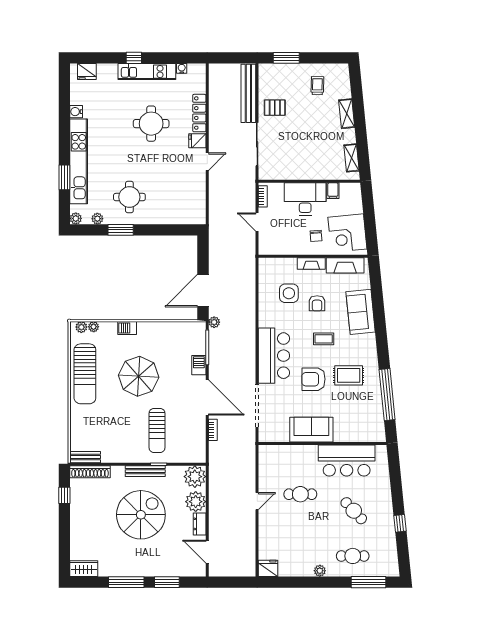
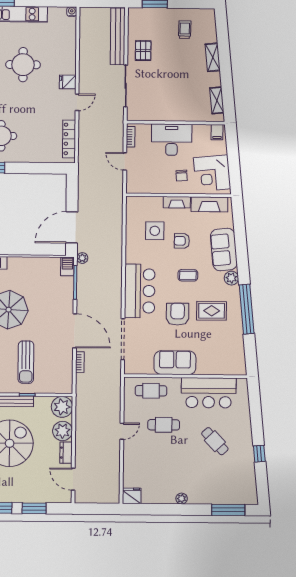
water cooler: (182, 68) -> (72, 12), moved
pallet: (275, 108) -> (143, 51), turned 90
locker: (199, 113) -> (69, 139), moved
filing cabinet: (333, 191) -> (217, 132), moved
armchair: (317, 303) -> (182, 241), turned 90
plant: (369, 341) -> (231, 278), added
barbecue: (199, 365) -> (67, 267), moved
armchair: (313, 379) -> (178, 314), turned 90
window: (387, 395) -> (247, 309), moved
cafe table: (353, 556) -> (151, 391), moved

